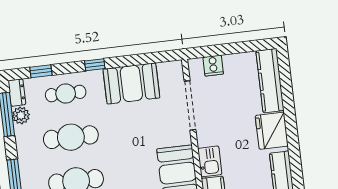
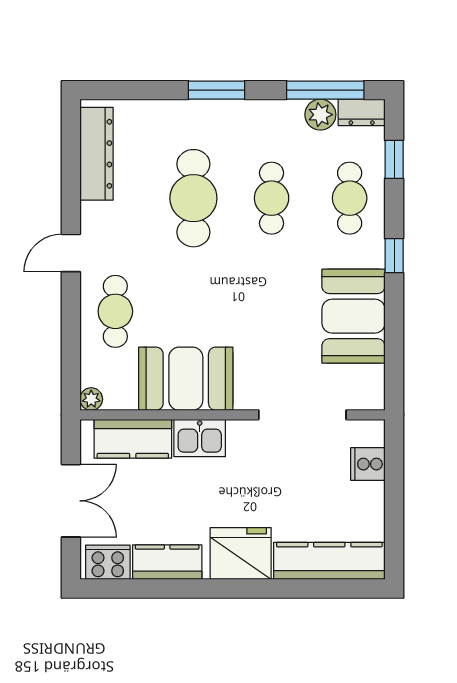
cafe table: (71, 137) -> (272, 198), width x0.73, depth x0.74

